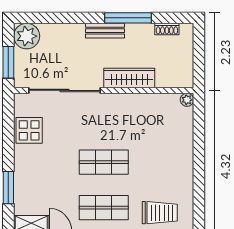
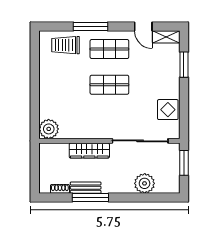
bench: (105, 31) -> (86, 188), moved
plant: (27, 36) -> (145, 183), moved
plant: (187, 100) -> (49, 129), width x1.88, depth x1.88

